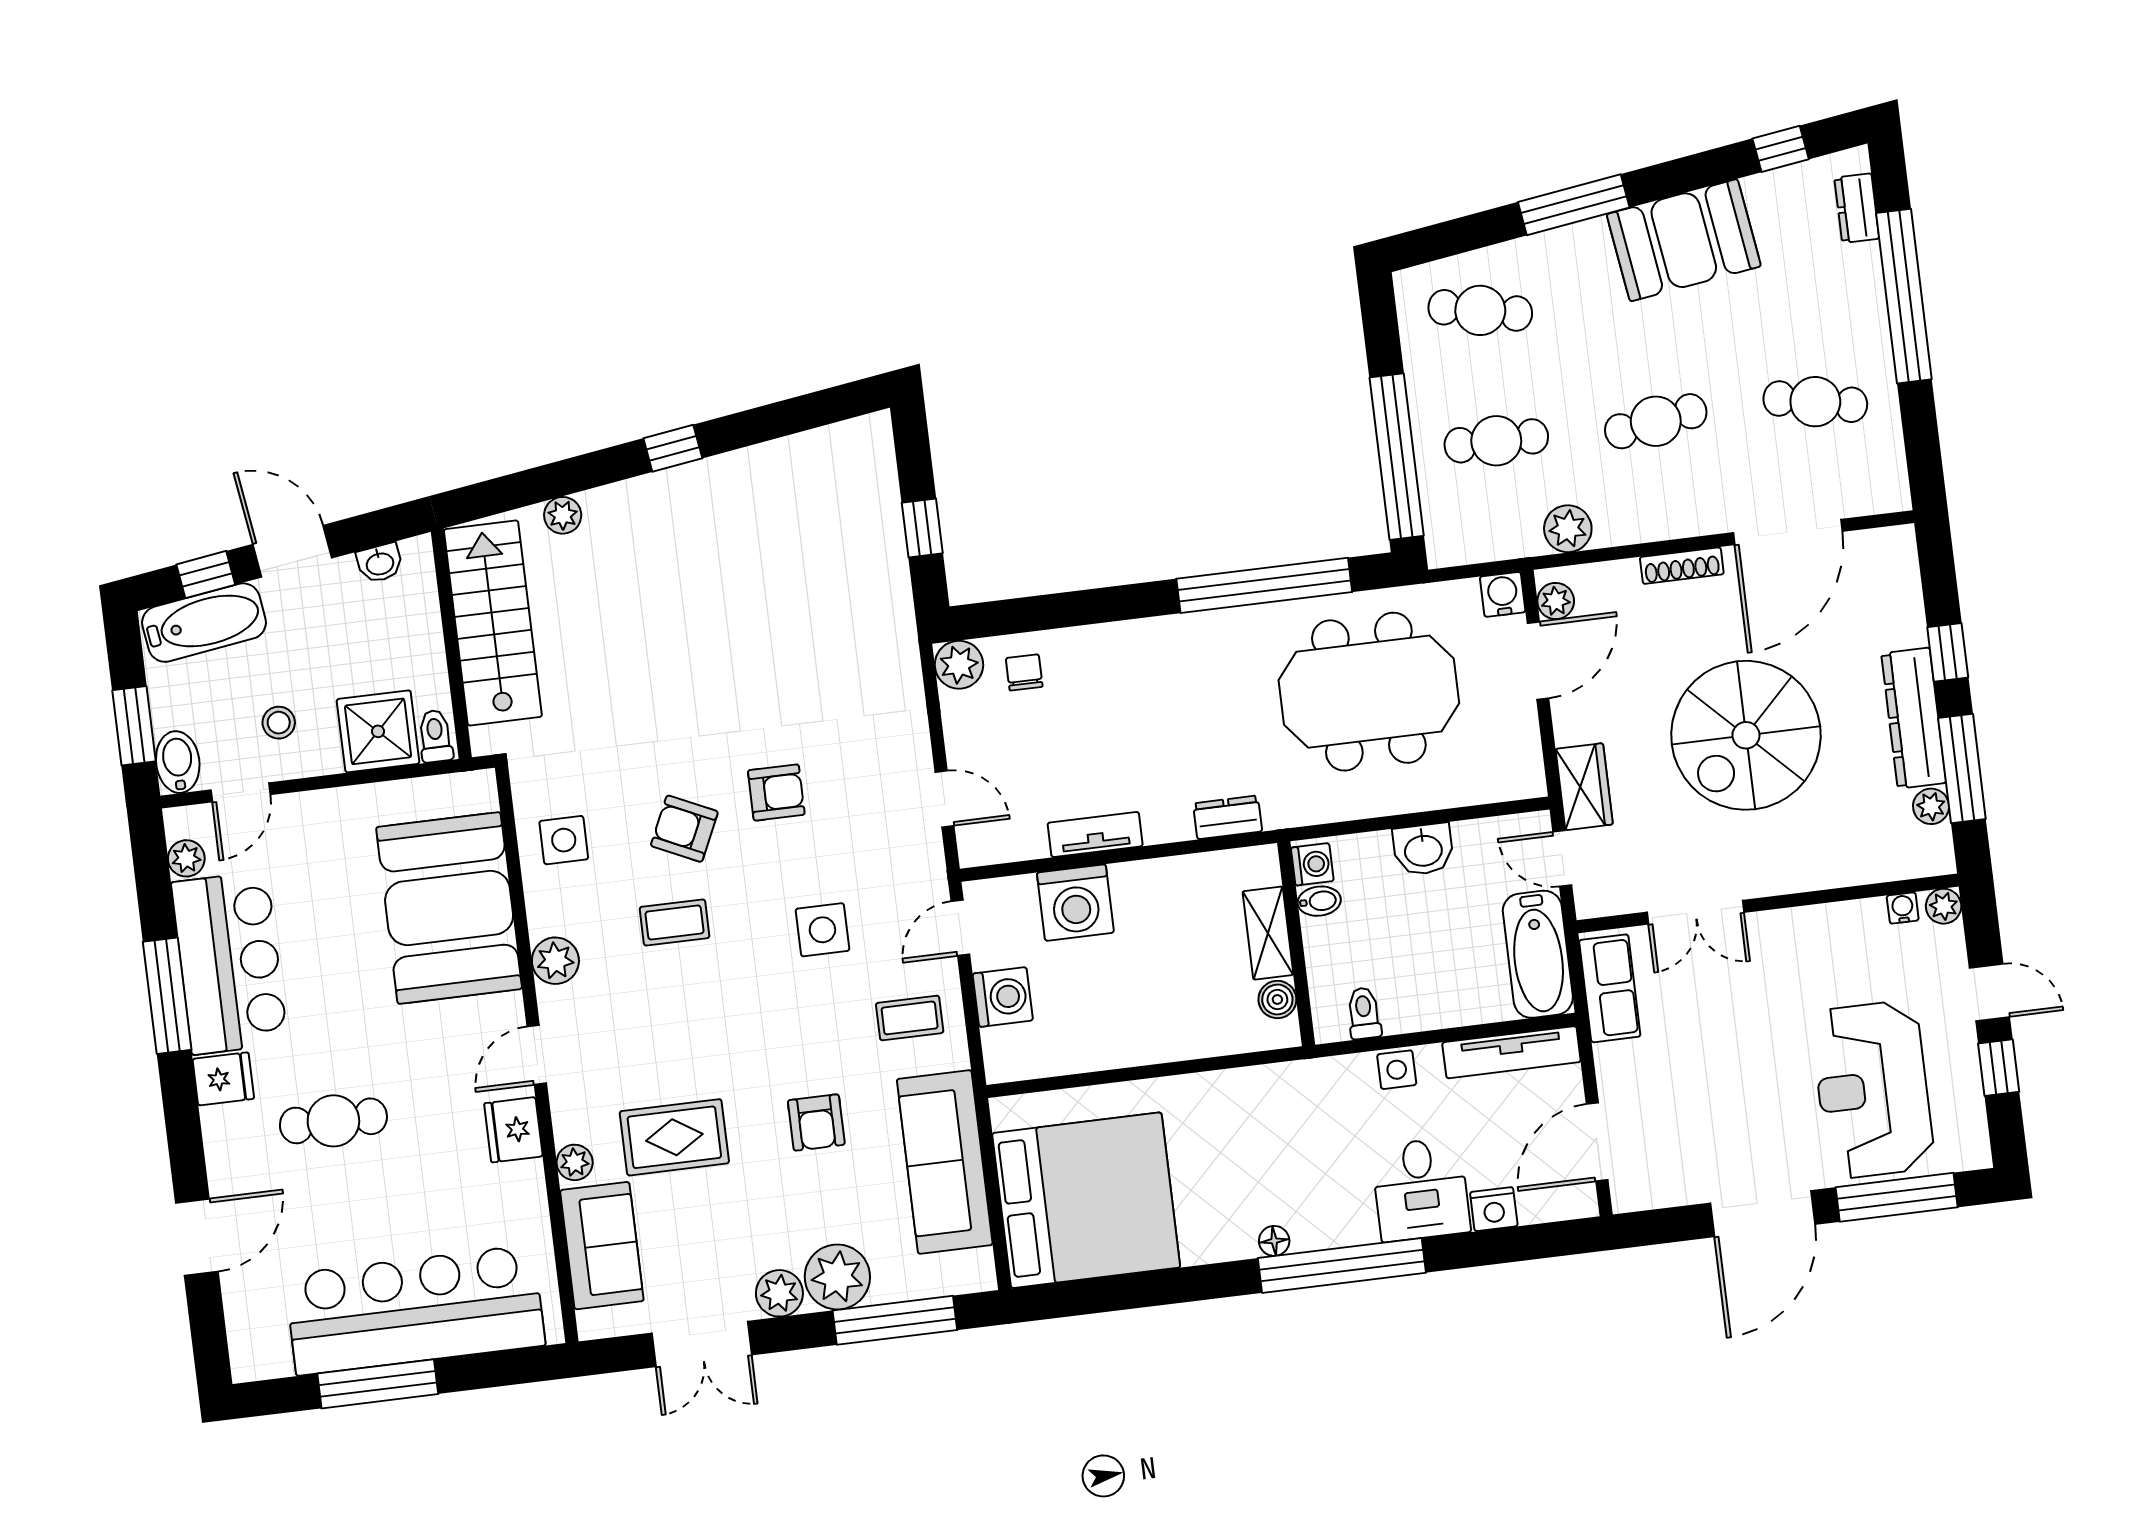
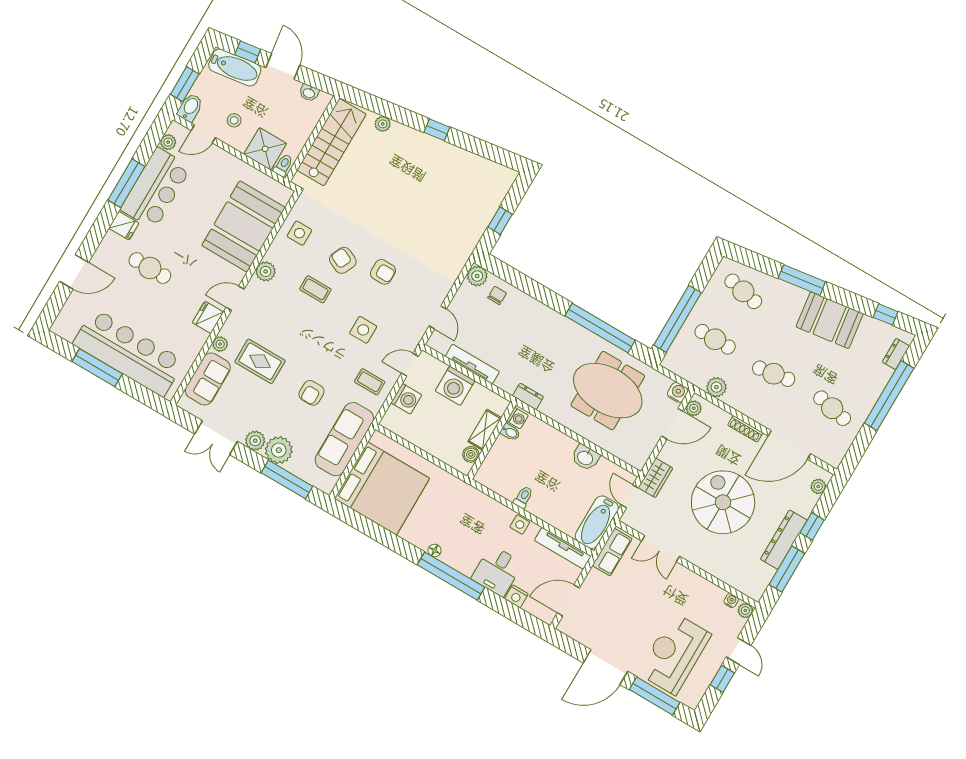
spiral stairs: (1746, 735) -> (723, 502), turned 90
plant: (1931, 806) -> (818, 486), moved
tv unit: (1095, 834) -> (472, 364), width x1.41
washing machine: (1312, 864) -> (517, 418), moved
bidet: (1319, 901) -> (510, 432), moved
shelving: (1268, 933) -> (485, 430), moved
wall: (1296, 944) -> (491, 441), moved
boiler: (1277, 999) -> (471, 454), moved

